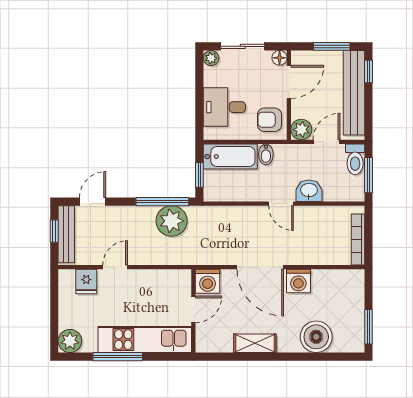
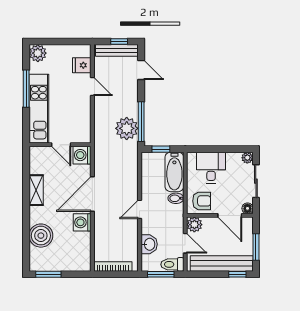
armchair: (269, 120) -> (202, 201), turned 90
washbasin: (309, 191) -> (149, 244), moved

